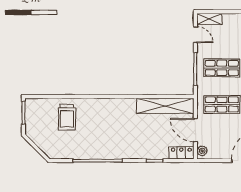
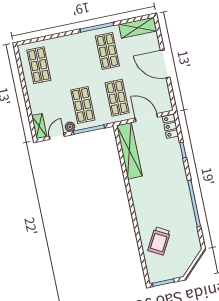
trolley: (67, 117) -> (159, 241), turned 119
door: (195, 130) -> (146, 118), swing flipped
plant: (202, 151) -> (70, 127), moved

